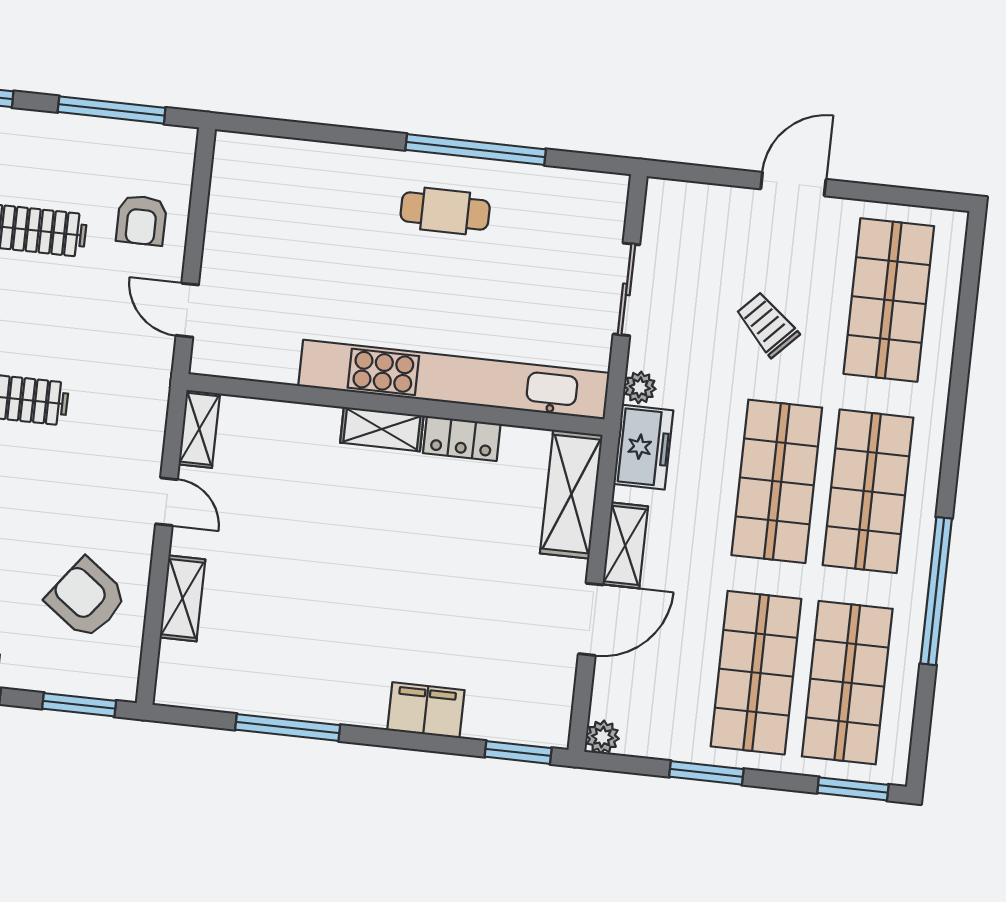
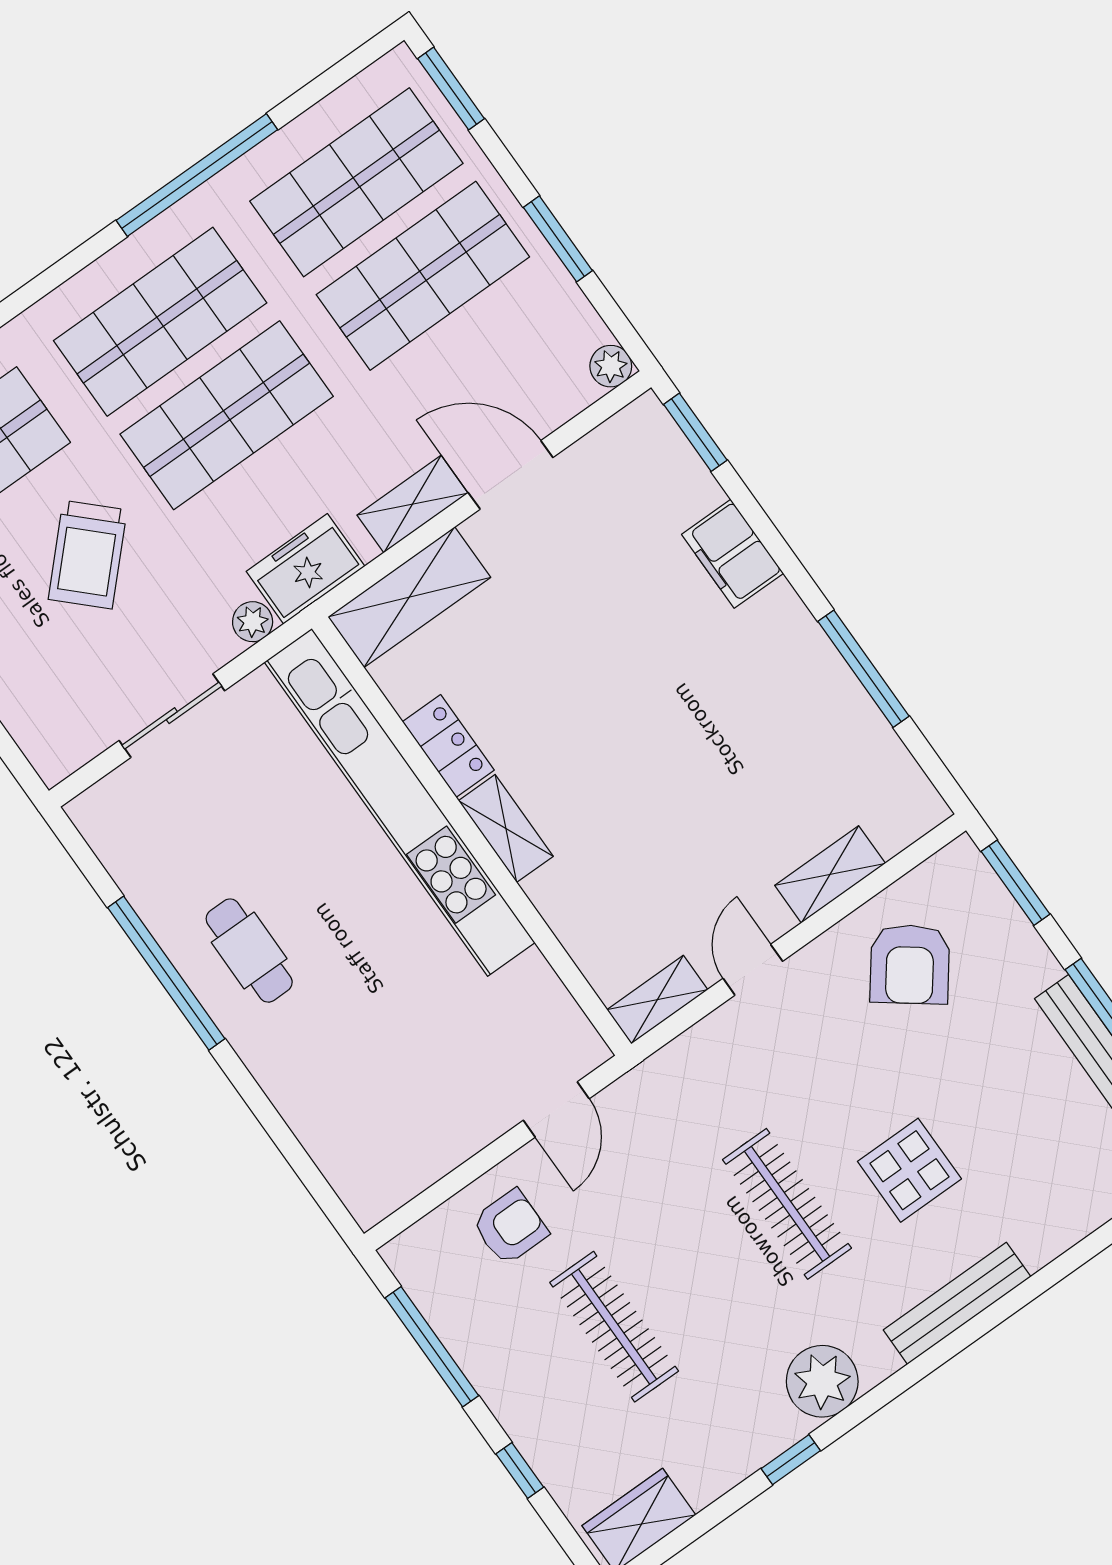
trolley: (767, 324) -> (88, 555), width x1.36, depth x1.39

